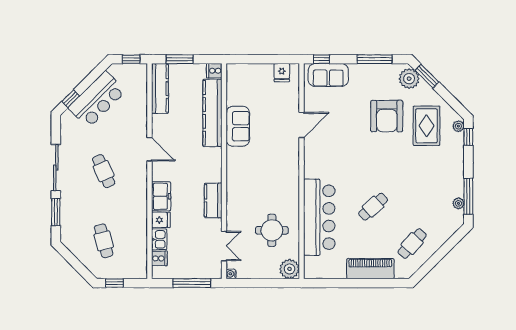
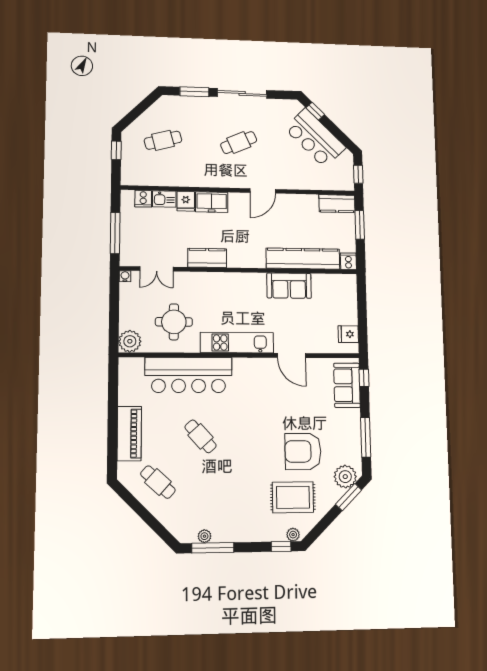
kitchen counter: (160, 88) -> (337, 204), width x0.67
kitchen unit: (290, 174) -> (237, 343), added

